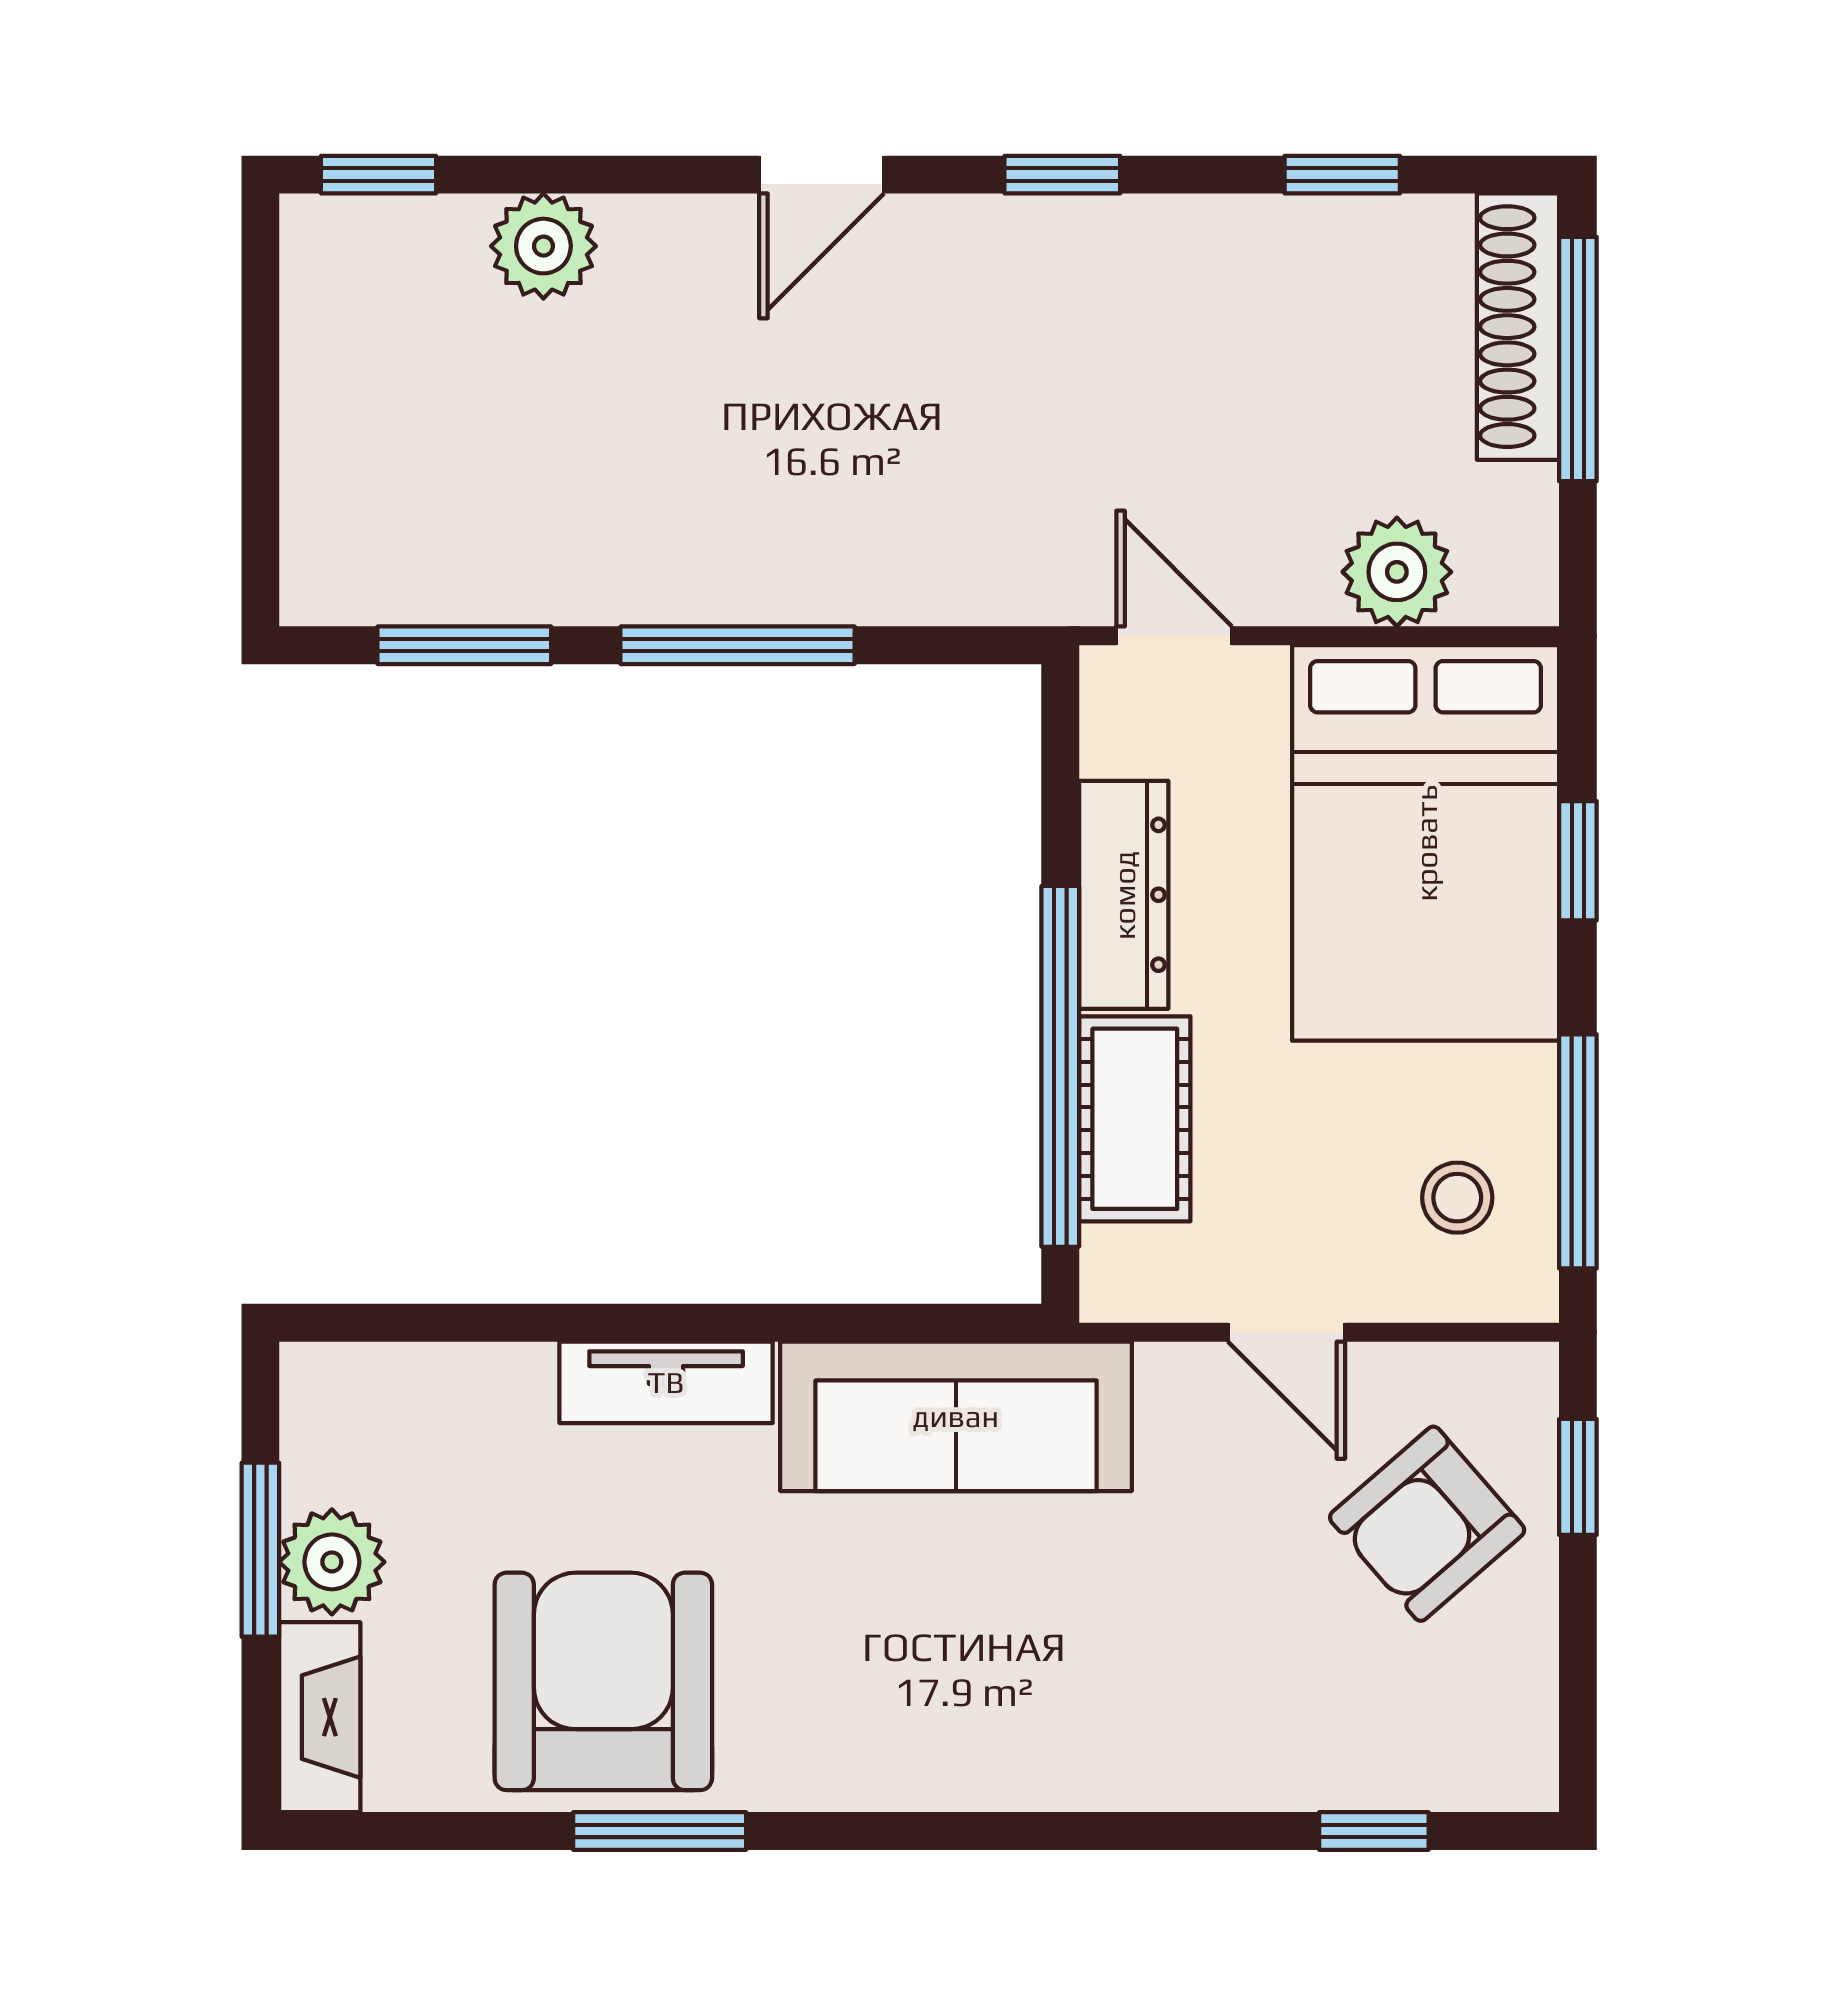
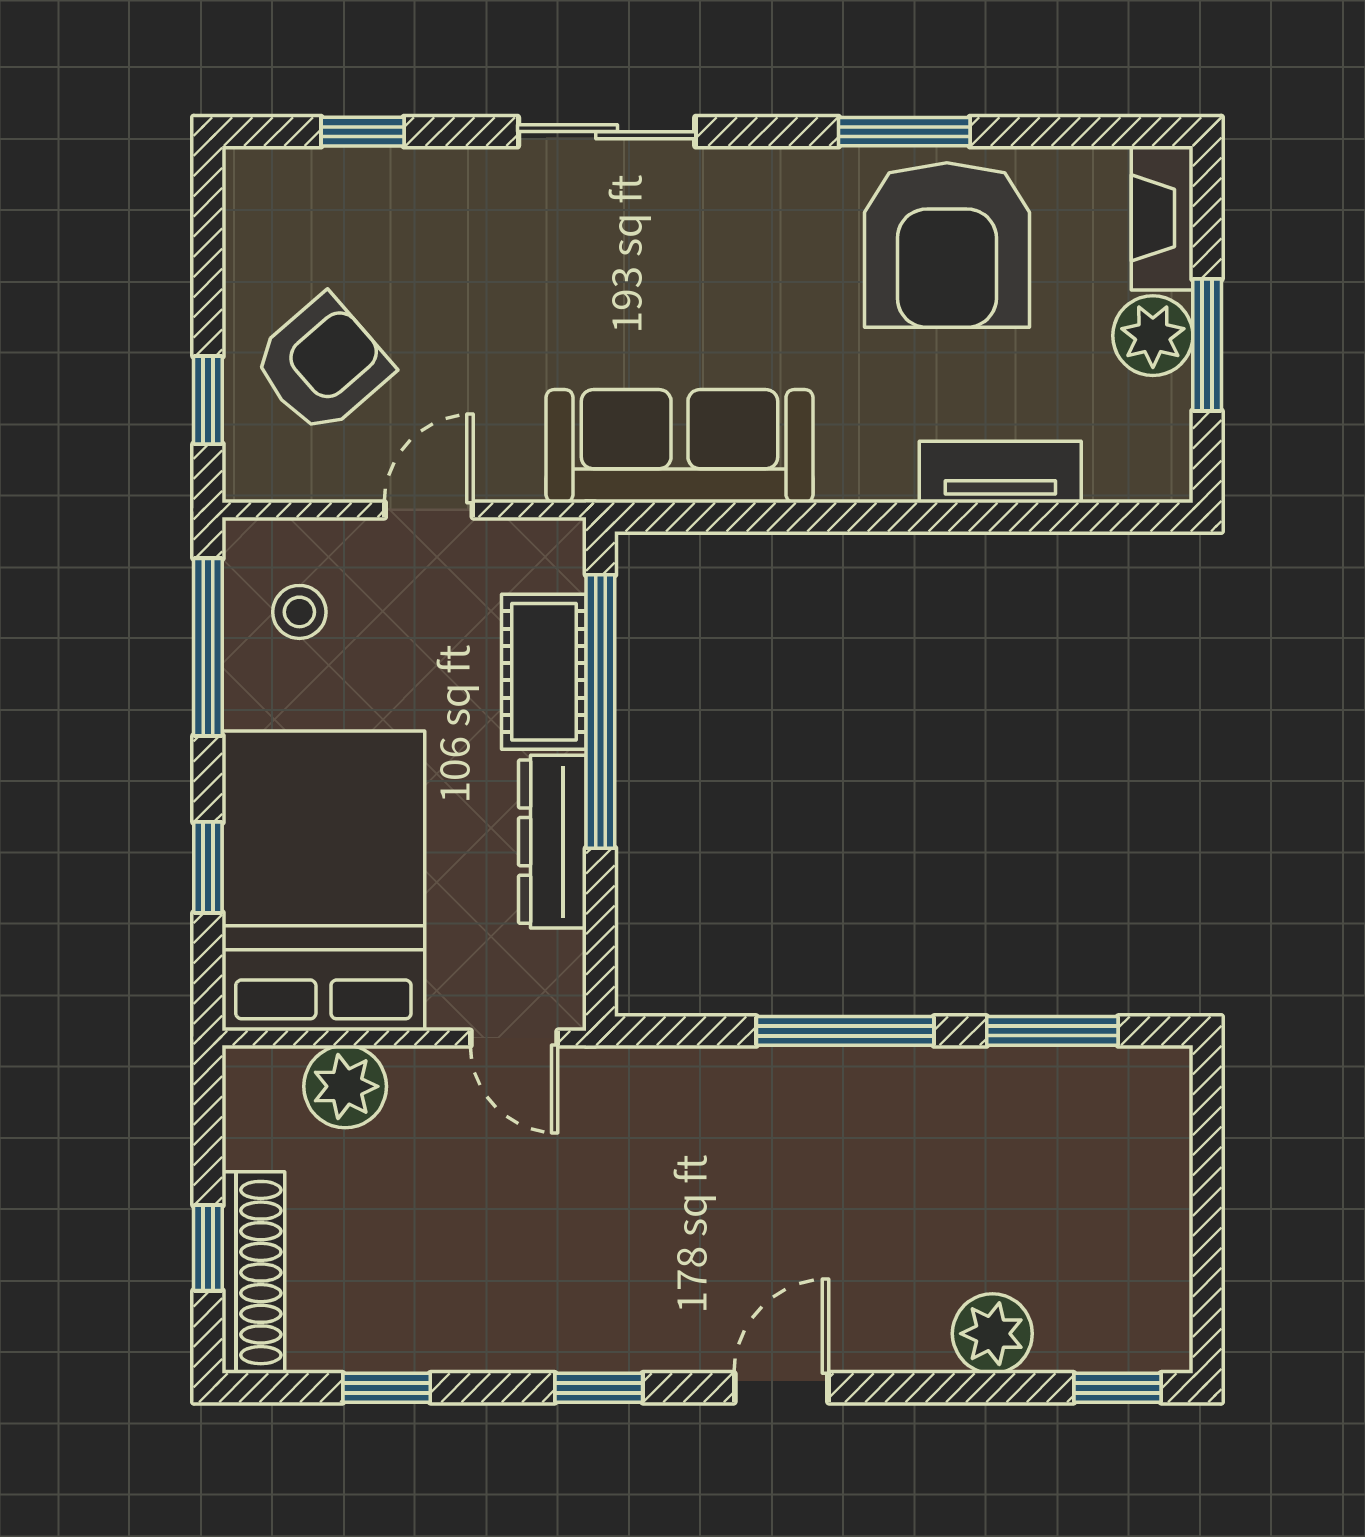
window: (1578, 359) -> (208, 1248), width x0.46
door: (1287, 1332) -> (429, 510), hinge flipped
tv unit: (666, 1382) -> (1000, 472), moved
sliding door: (1052, 1831) -> (607, 132), added

